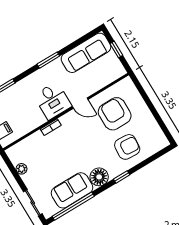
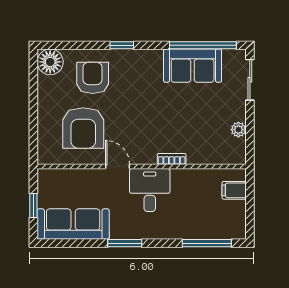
armchair: (127, 147) -> (93, 78), turned 86
floor lamp: (99, 177) -> (50, 62), moved

